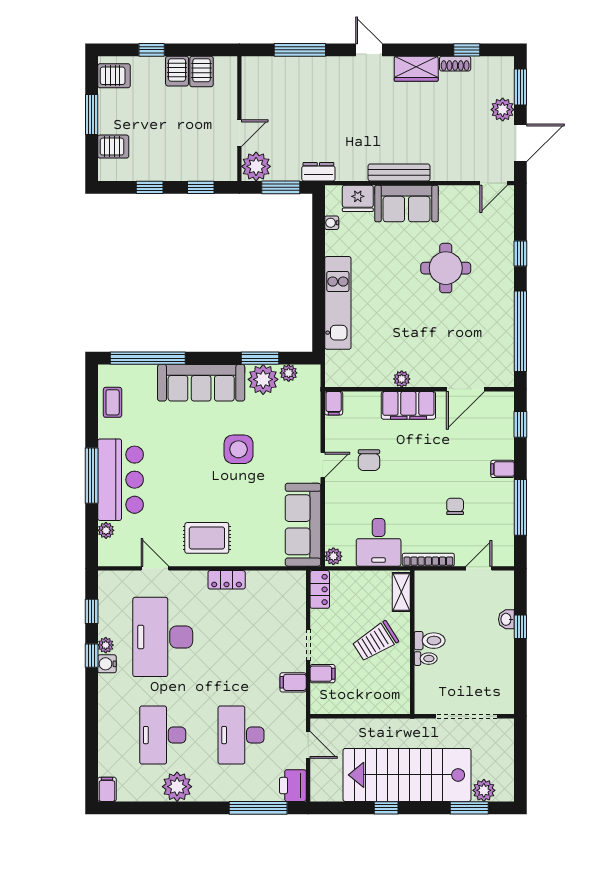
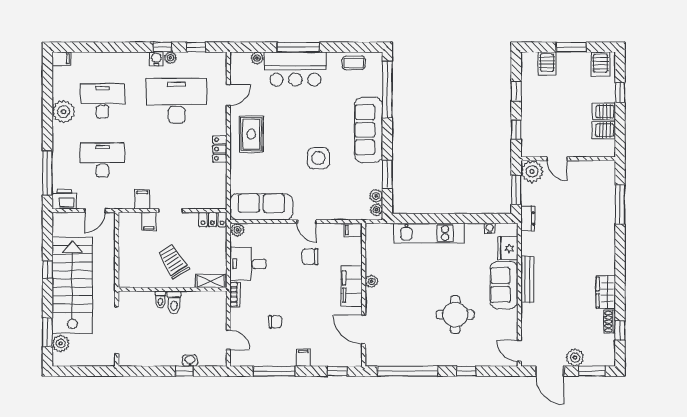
door: (369, 50) -> (620, 257), removed
plant: (263, 379) -> (376, 210), moved, width x0.53, depth x0.53
bookcase: (428, 560) -> (235, 294), width x0.64

